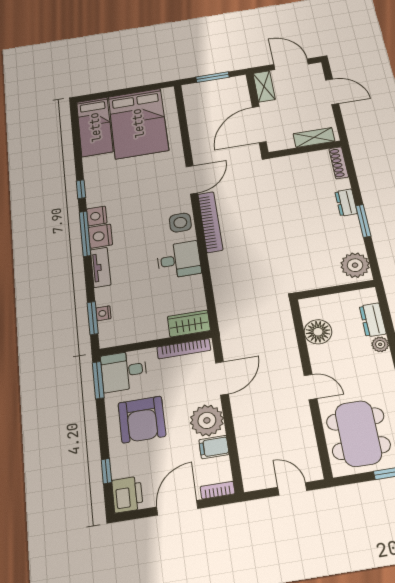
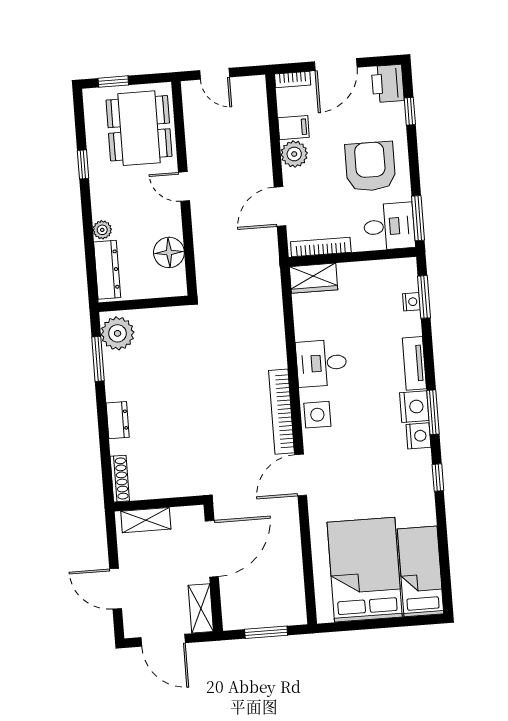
window: (363, 221) -> (98, 359), moved
window: (85, 234) -> (433, 412), width x0.69
dresser: (373, 320) -> (107, 270), width x1.44
plant: (207, 420) -> (294, 154), width x0.73, depth x0.73

